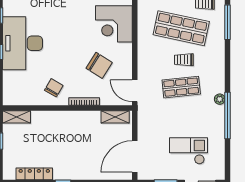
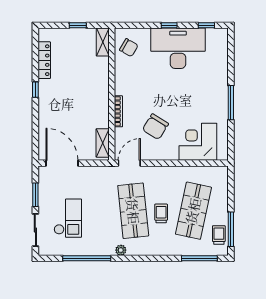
shop shelf: (181, 87) -> (133, 211), width x1.43, depth x1.36
chair: (54, 88) -> (129, 48), moved
window: (228, 116) -> (87, 258), moved

